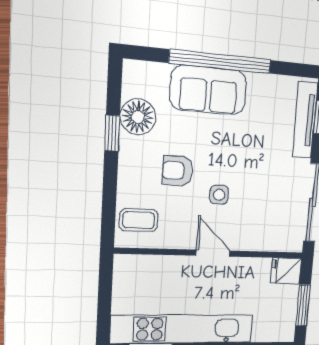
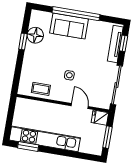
armchair: (177, 171) -> (51, 62), removed
coffee table: (139, 220) -> (41, 89), moved
door: (213, 253) -> (80, 106), moved

